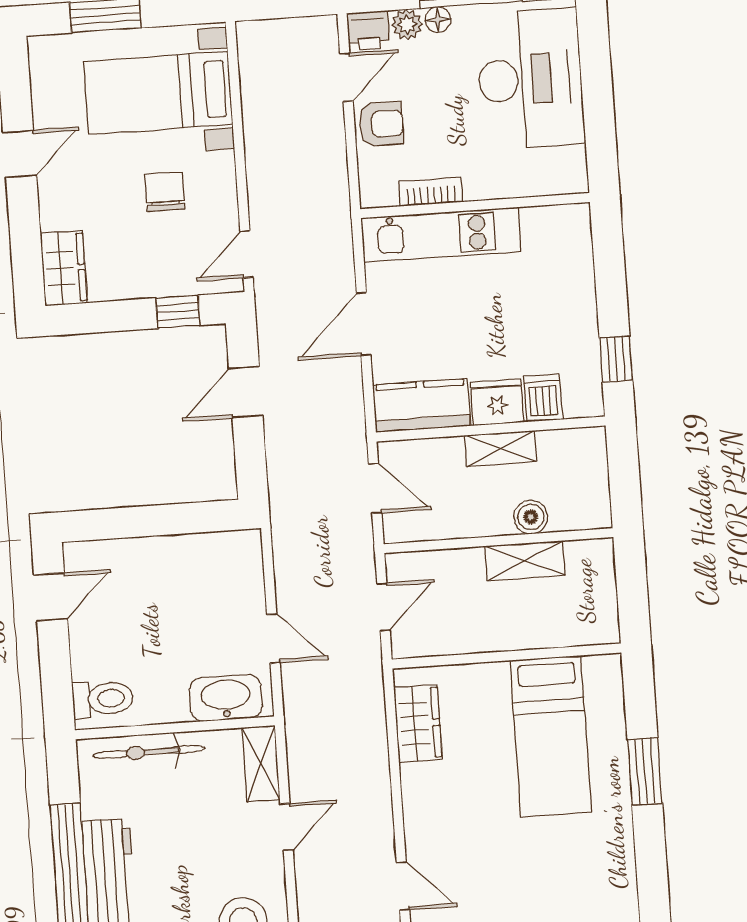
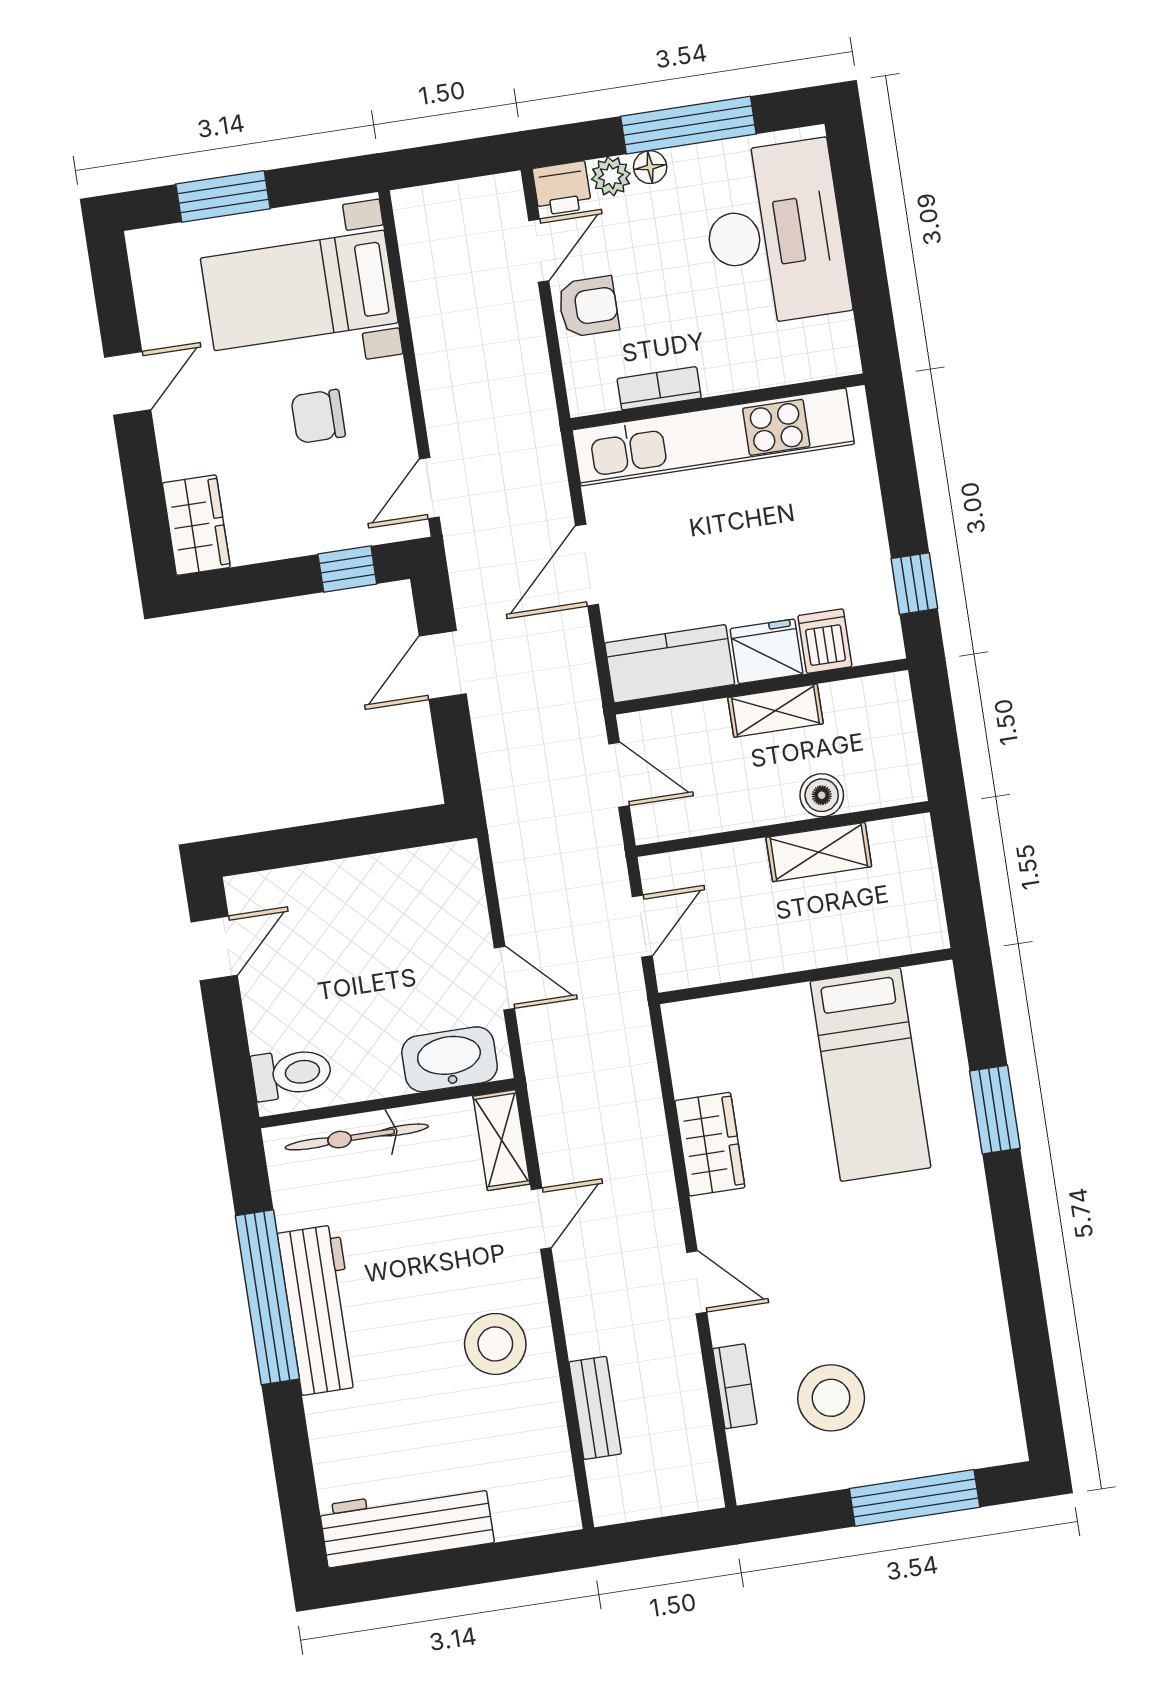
chair: (165, 192) -> (318, 416), turned -90
kitchen unit: (441, 235) -> (713, 437), width x1.36
wardrobe: (418, 723) -> (710, 1144), moved

